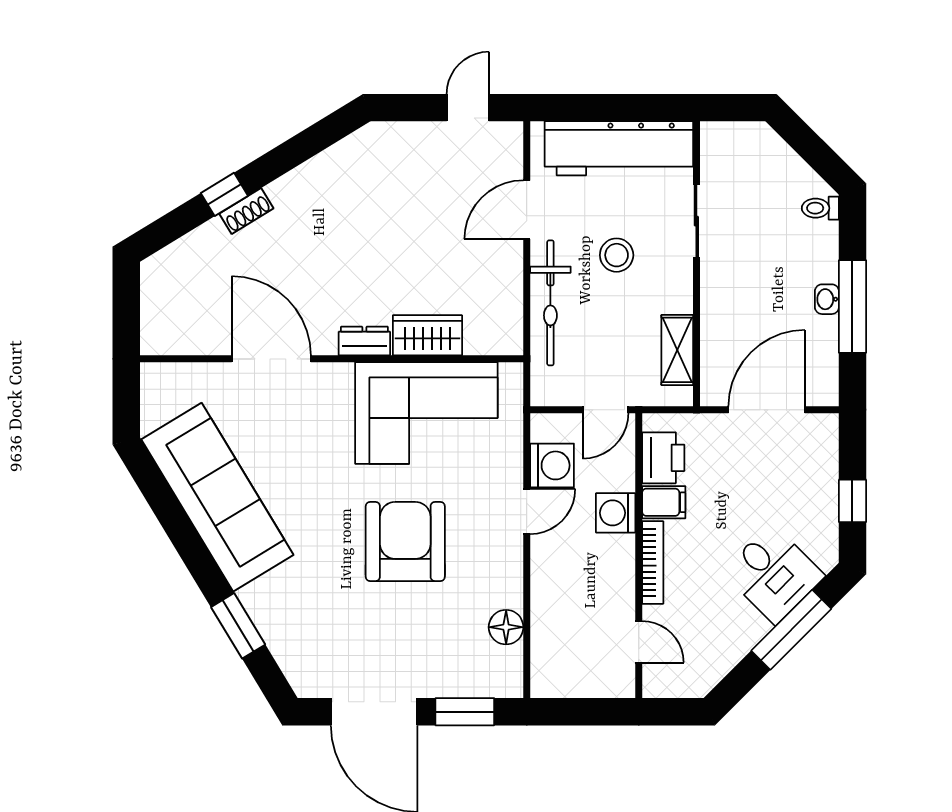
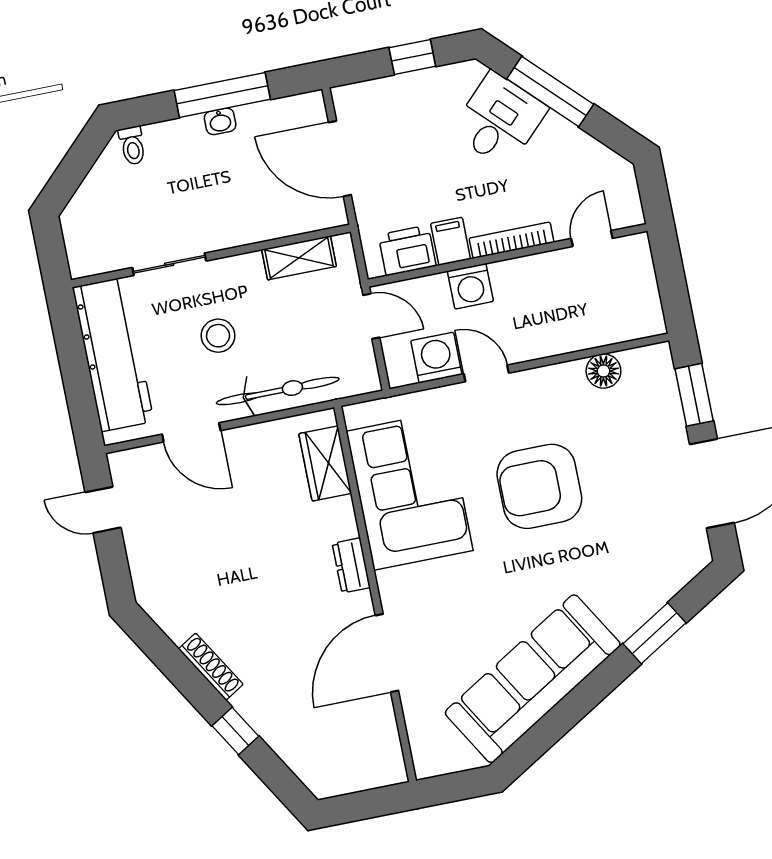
shoe rack: (246, 211) -> (211, 667), moved, width x1.43
wardrobe: (427, 335) -> (325, 463), moved

